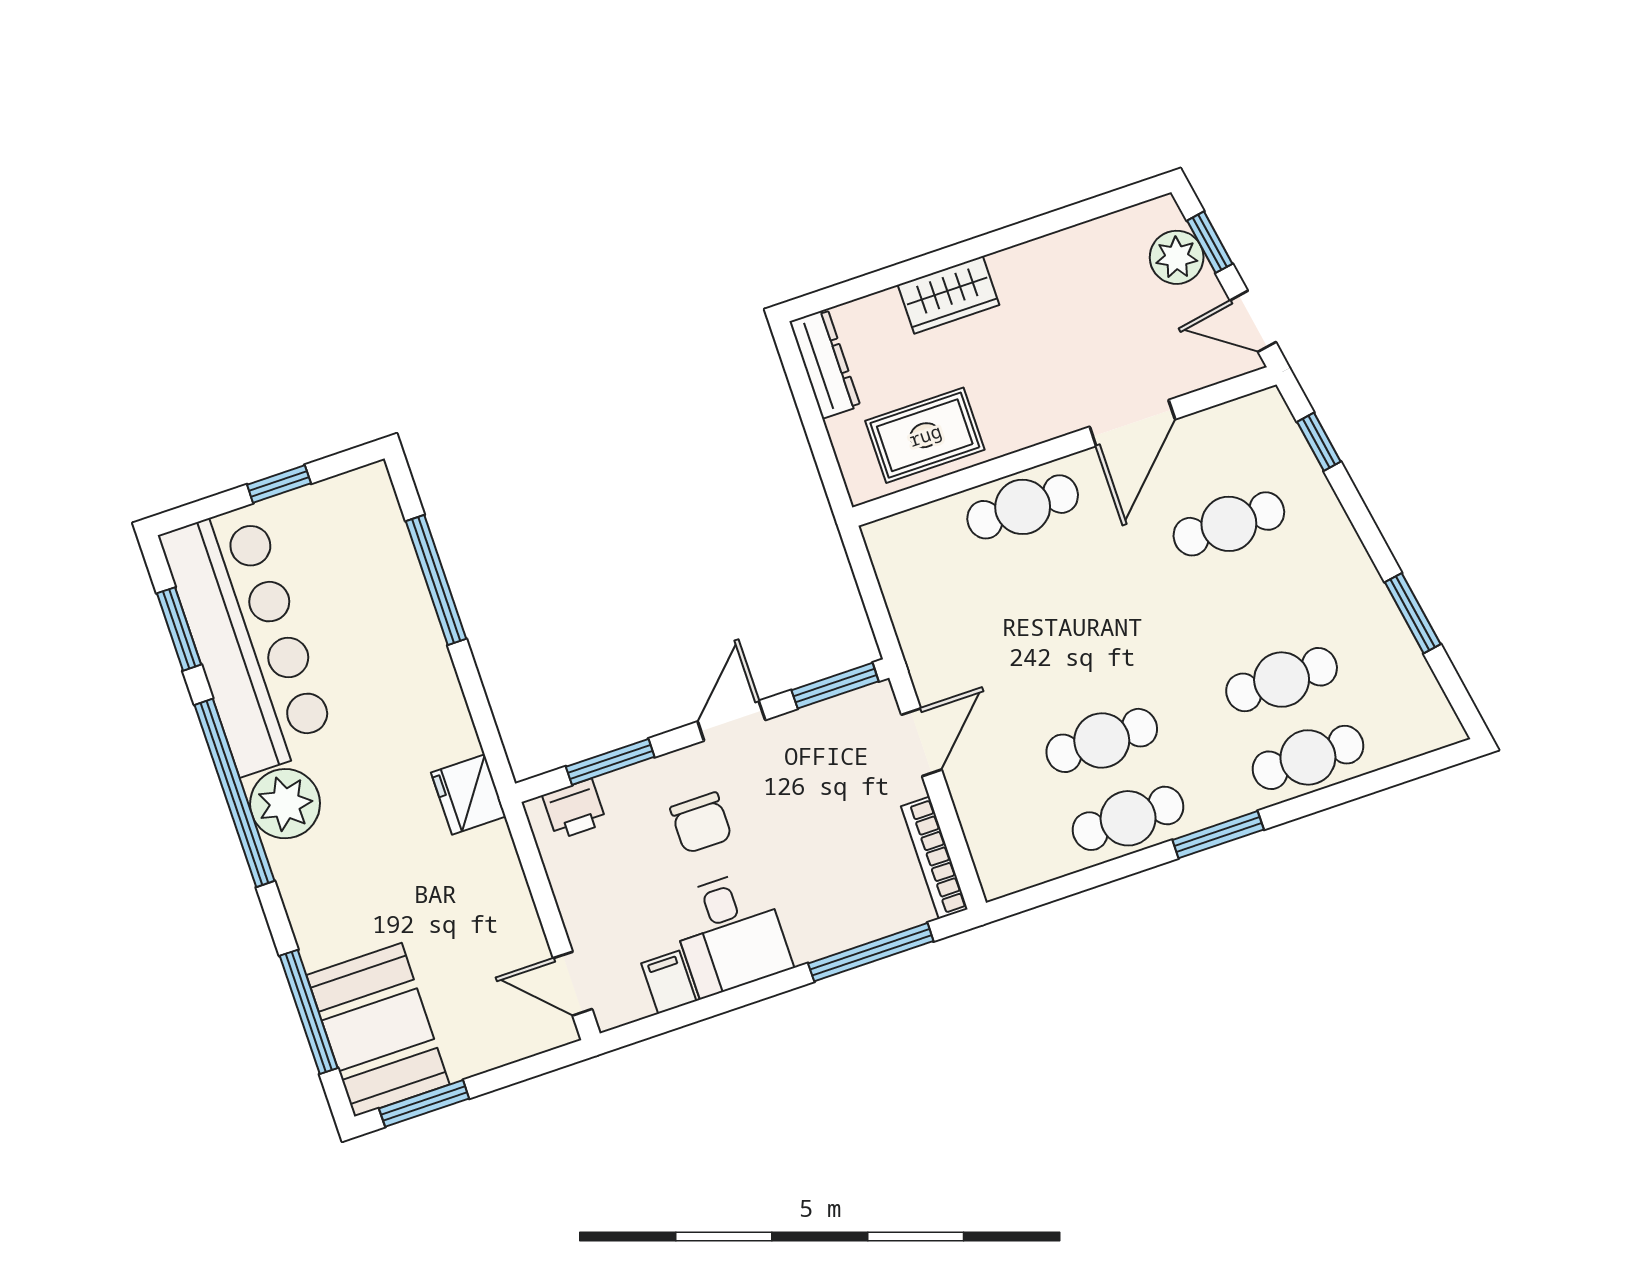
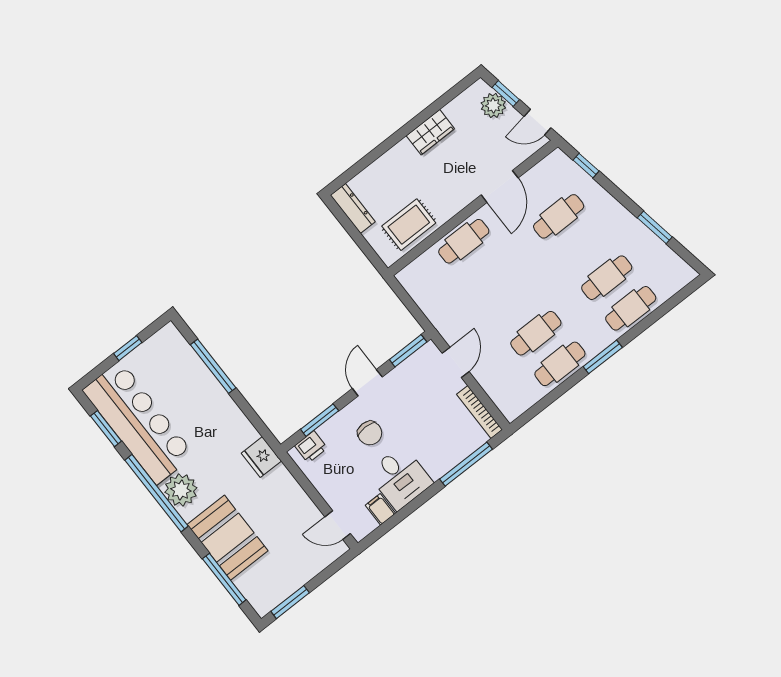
wardrobe: (948, 295) -> (430, 132), moved
booth: (378, 1030) -> (228, 538), moved

